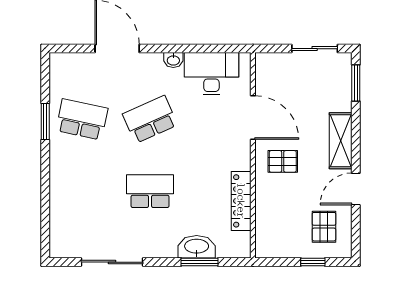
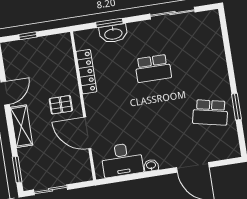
school desk: (150, 119) -> (161, 120), removed
pallet: (324, 227) -> (24, 62), removed

